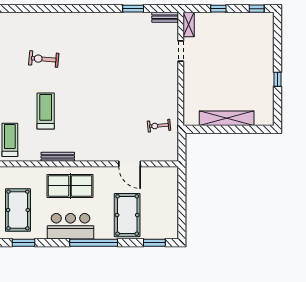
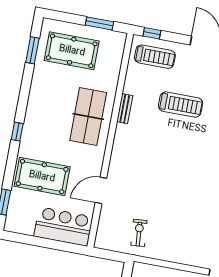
bench: (58, 157) -> (125, 109), width x0.73
bar counter: (70, 226) -> (63, 227), moved, turned -90
window: (94, 243) -> (17, 132), width x0.32

